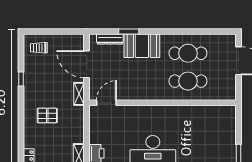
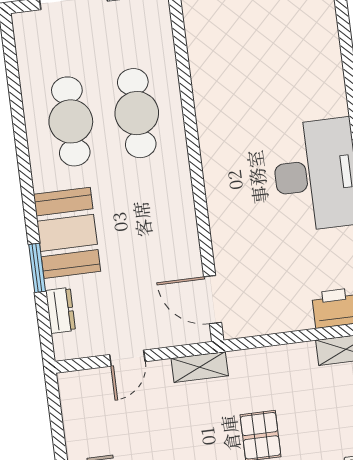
dresser: (110, 39) -> (61, 310), width x0.70
door: (87, 64) -> (127, 358), width x0.53

